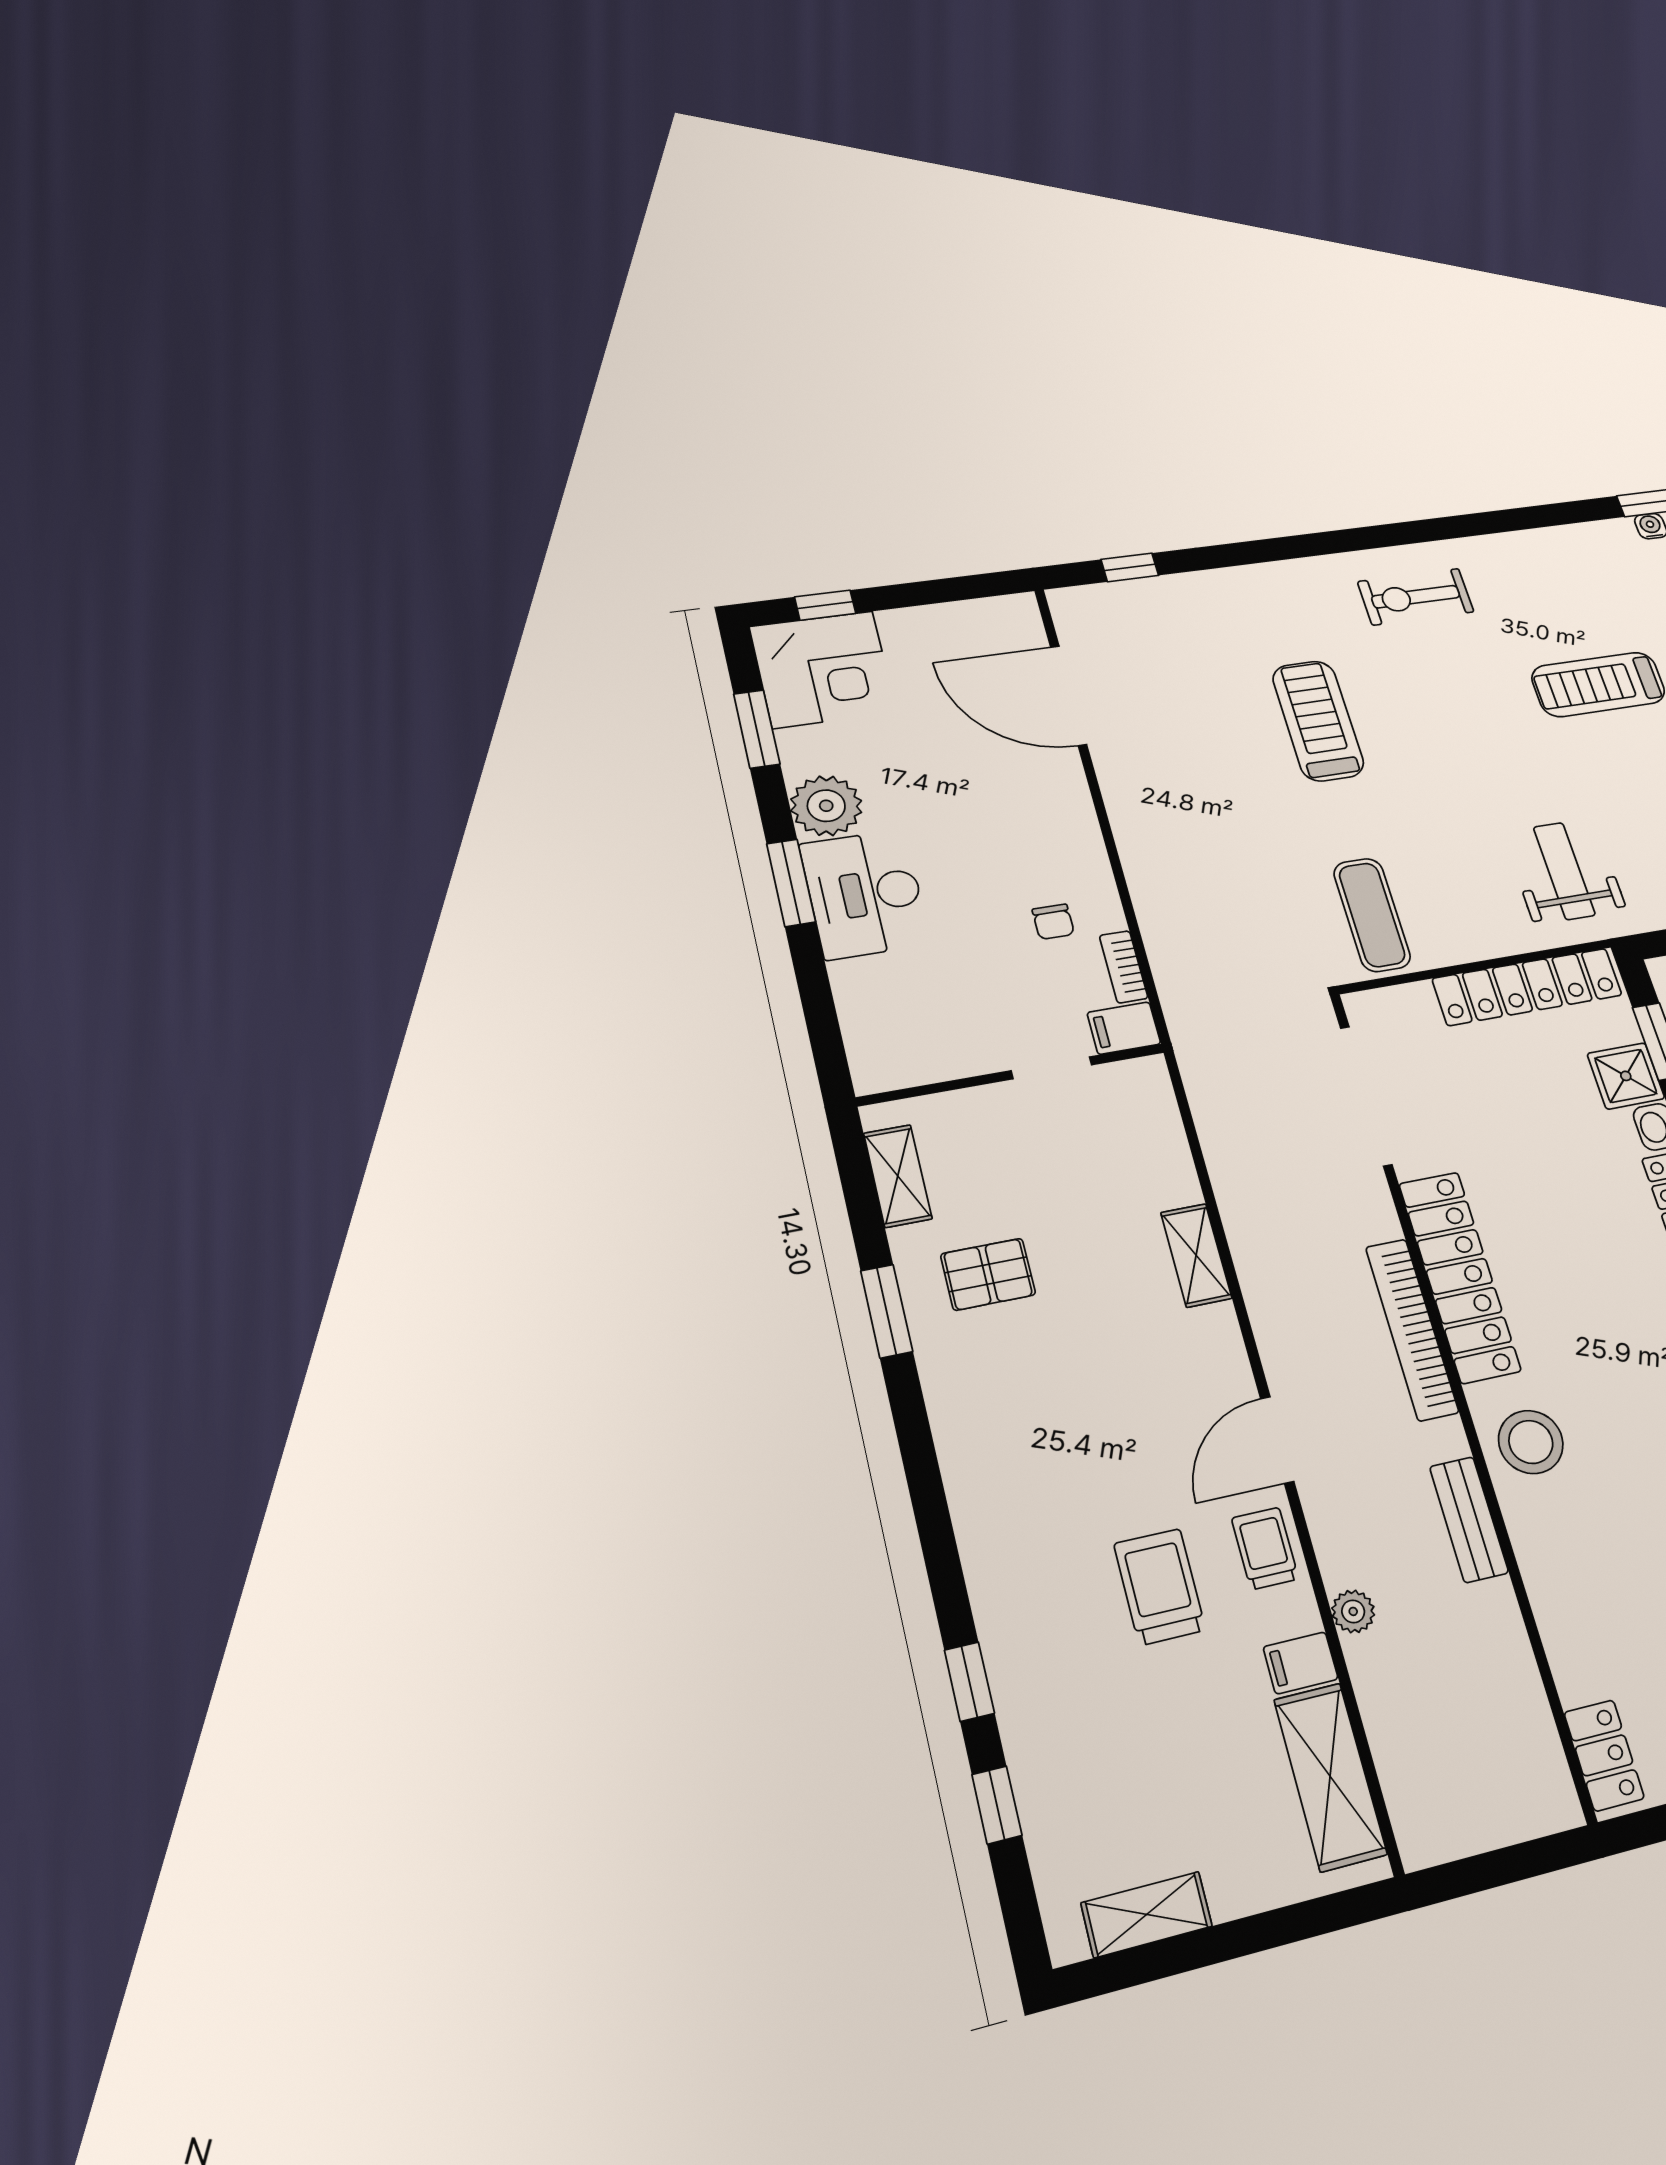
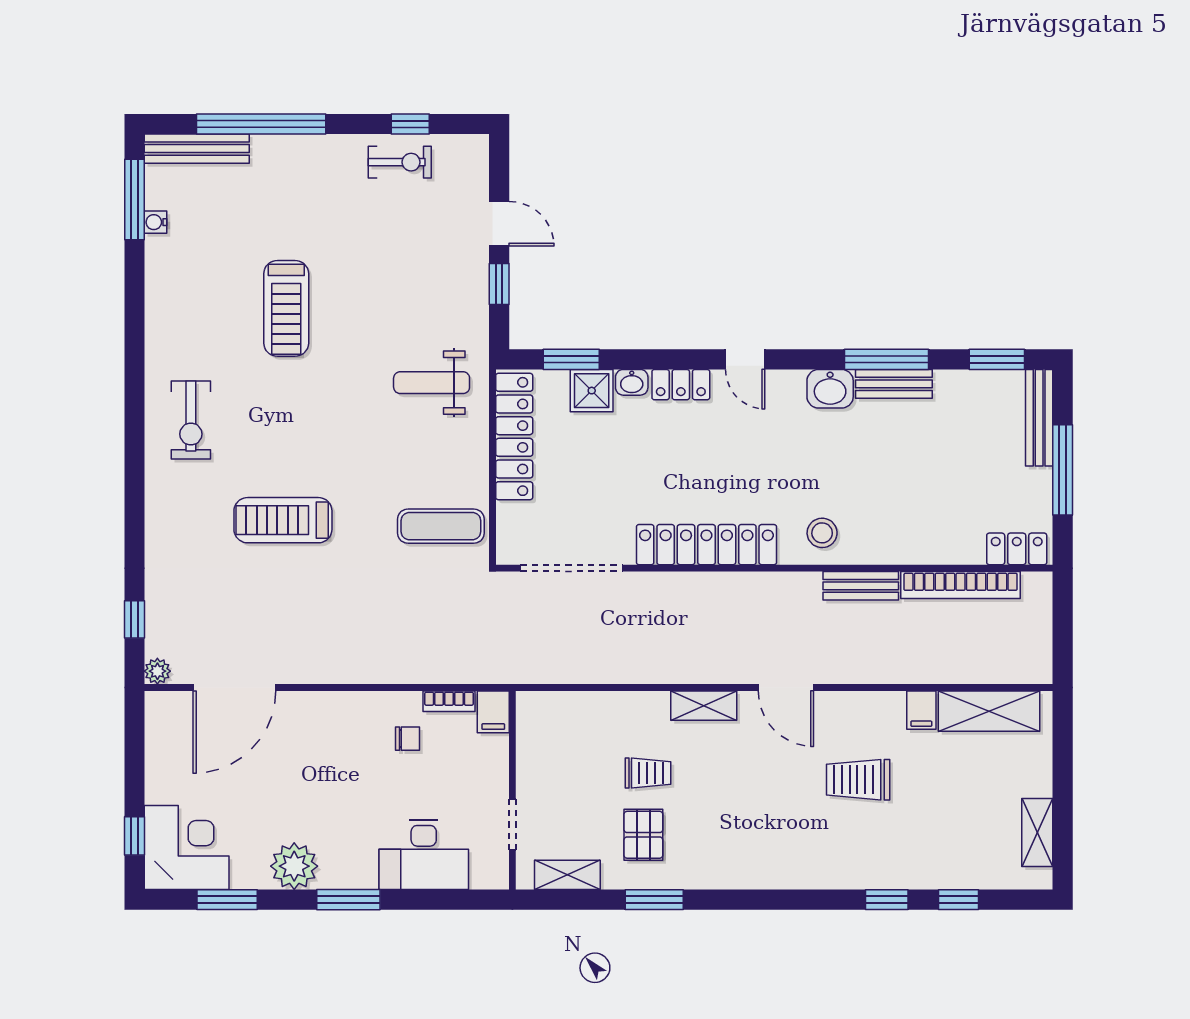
desk: (865, 894) -> (424, 855), moved
doorway: (1052, 1068) -> (512, 825), moved
shelving: (1196, 1255) -> (704, 706), moved
bookcase: (1412, 1329) -> (961, 585), moved
stool: (1531, 1442) -> (822, 533), width x0.73, depth x0.73
trolley: (1265, 1548) -> (648, 773), moved, turned 180
plant: (1353, 1611) -> (157, 671), moved

